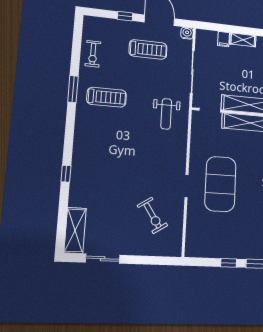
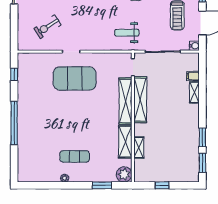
window: (229, 263) -> (14, 74), moved

